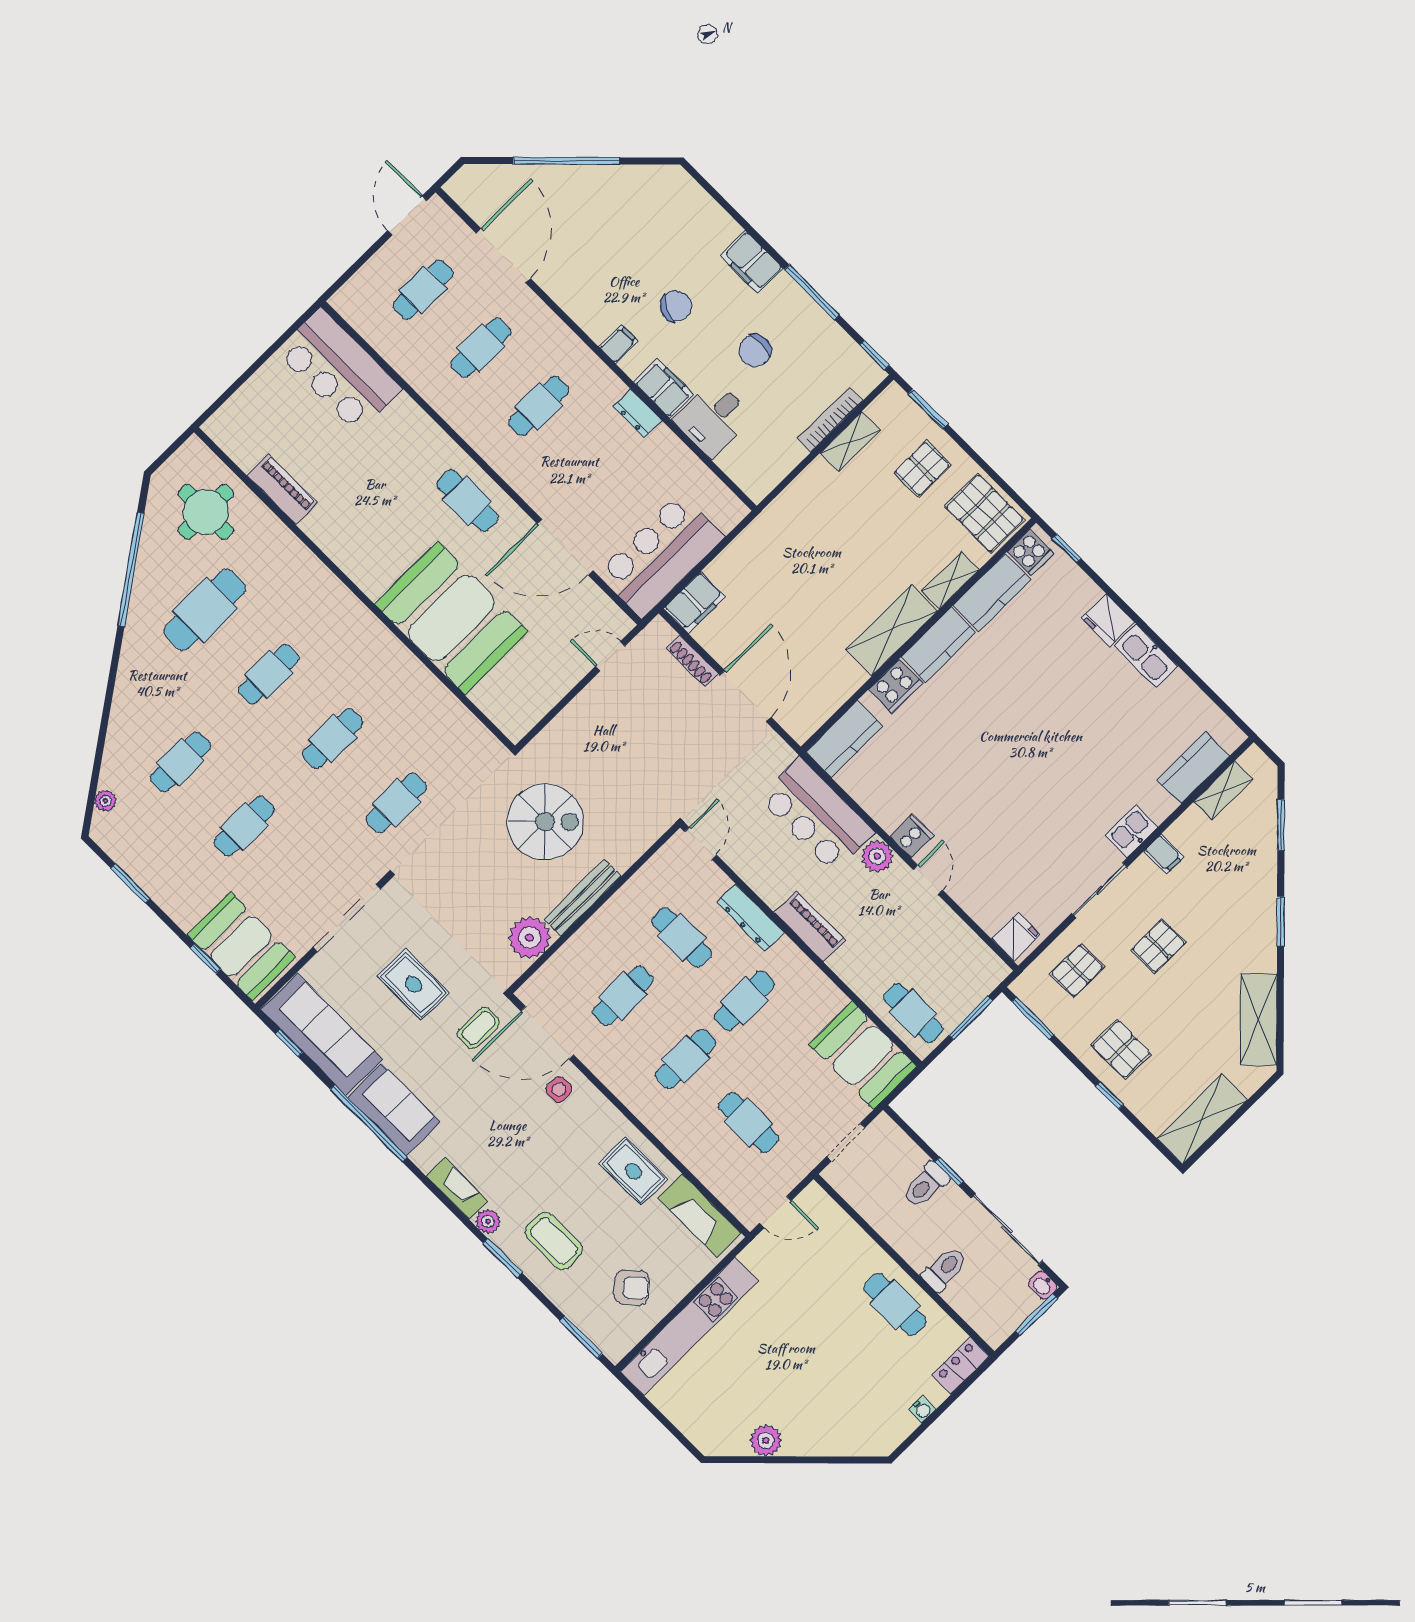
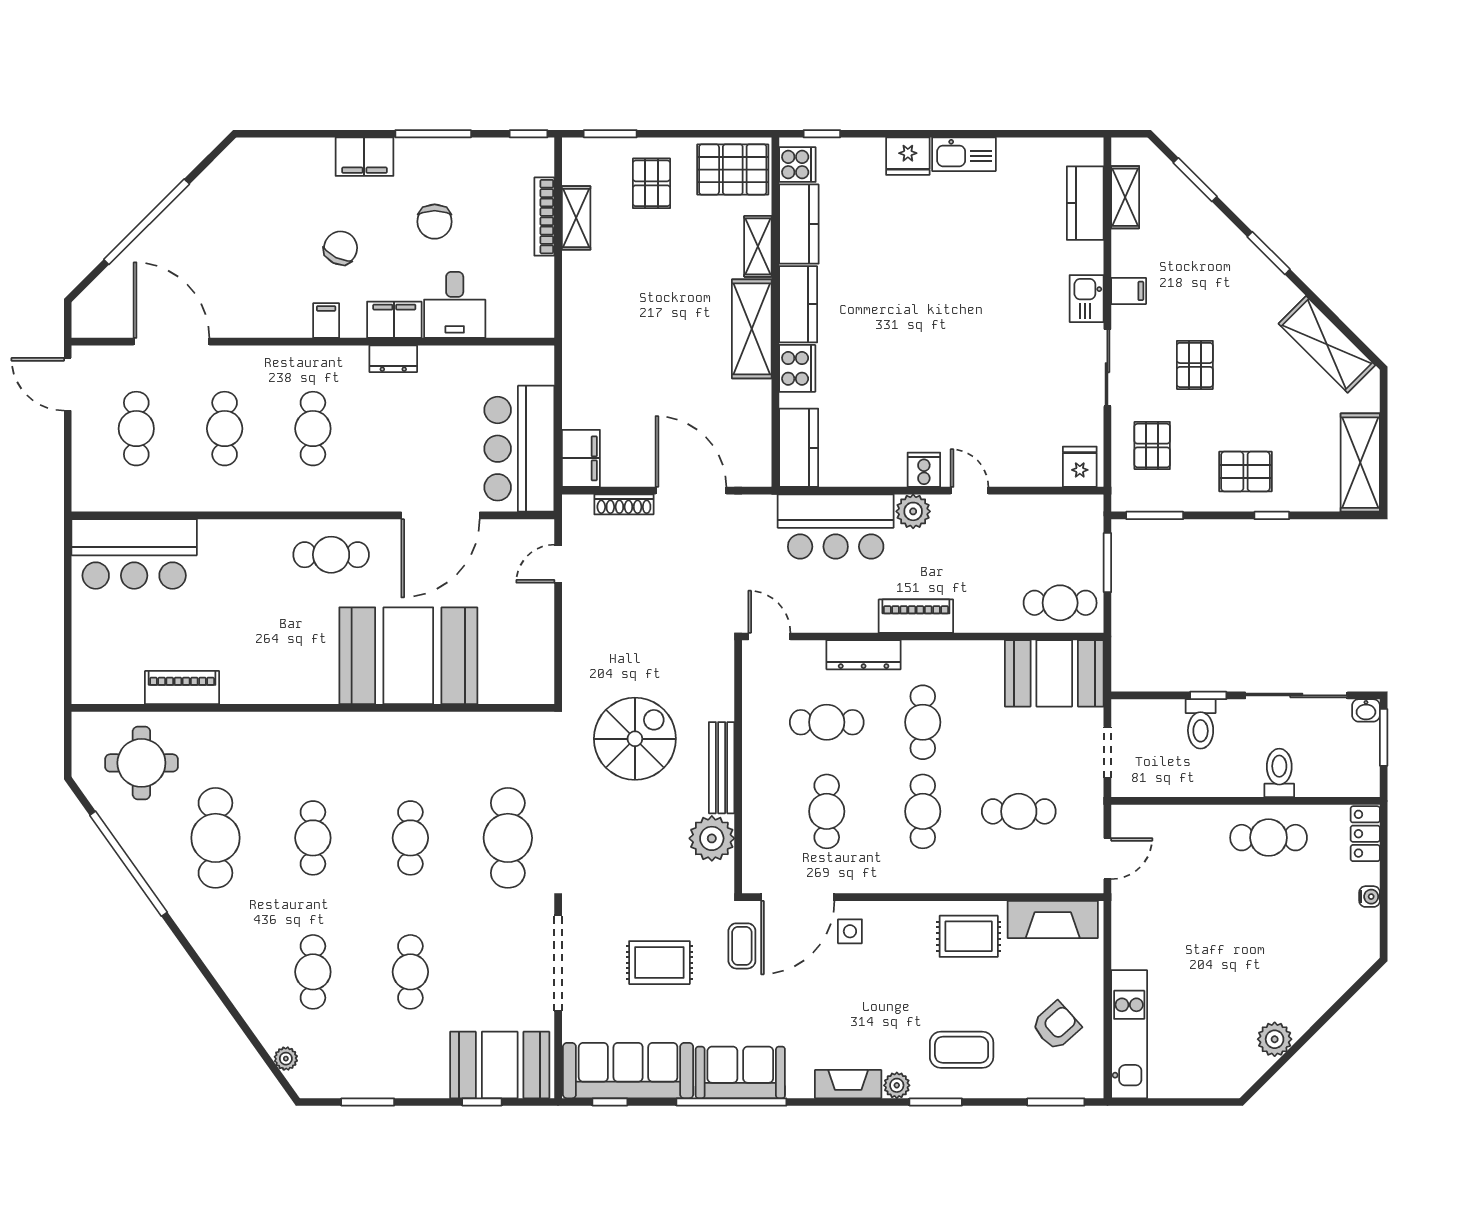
cafe table: (396, 803) -> (508, 838), width x1.37, depth x1.35
kitchen unit: (689, 1326) -> (1129, 1034), width x0.73

